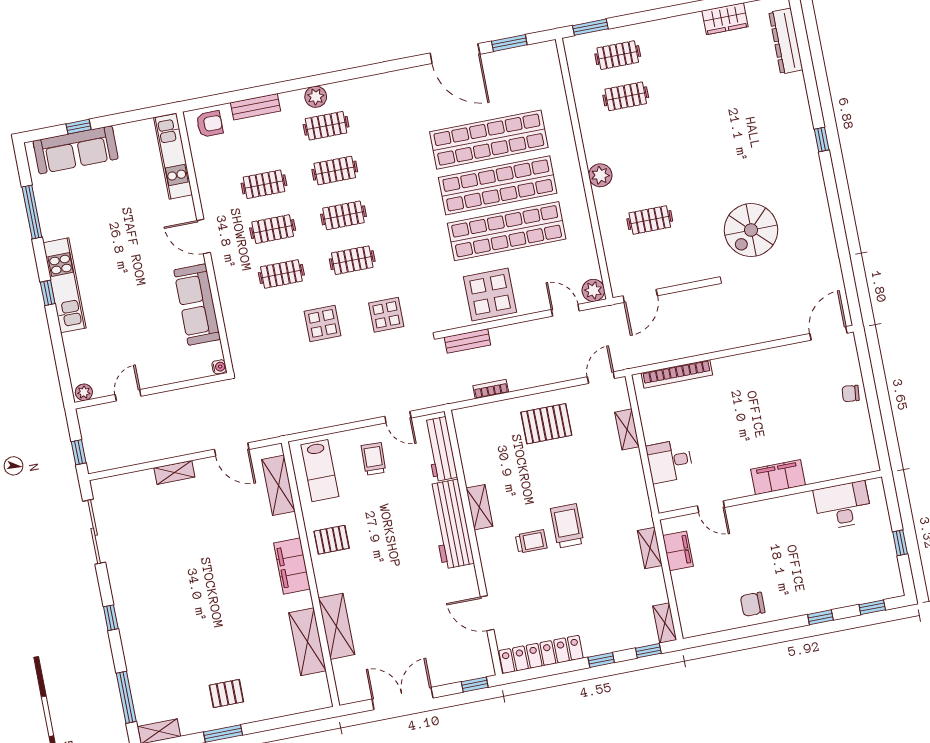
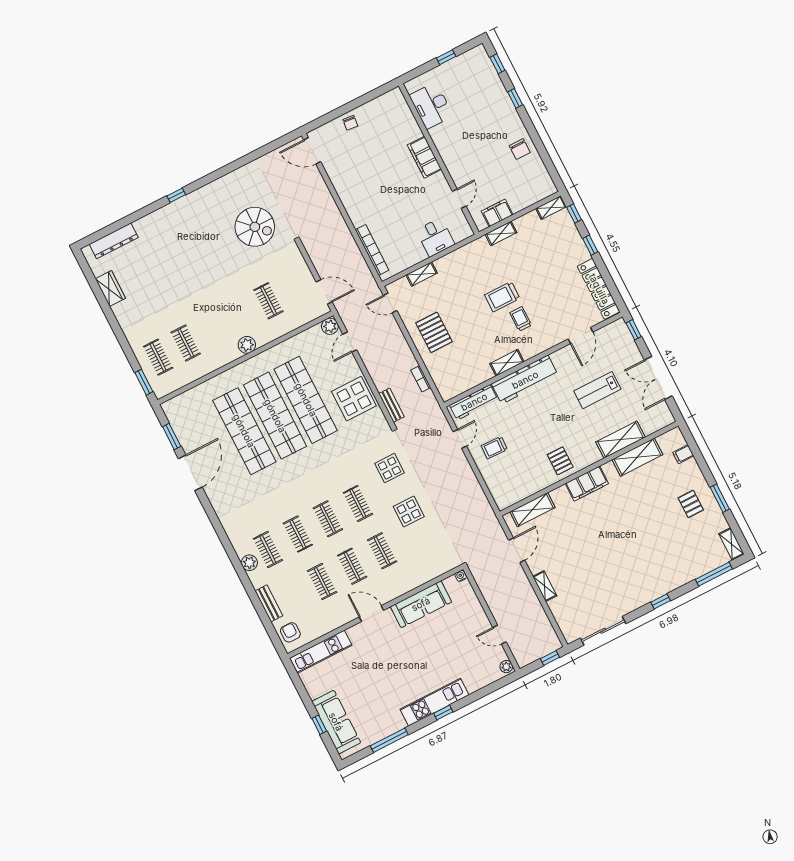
door: (204, 237) -> (371, 614), swing flipped
lab bench: (320, 471) -> (597, 390), moved, turned 180
filing cabinet: (294, 702) -> (683, 454), added

